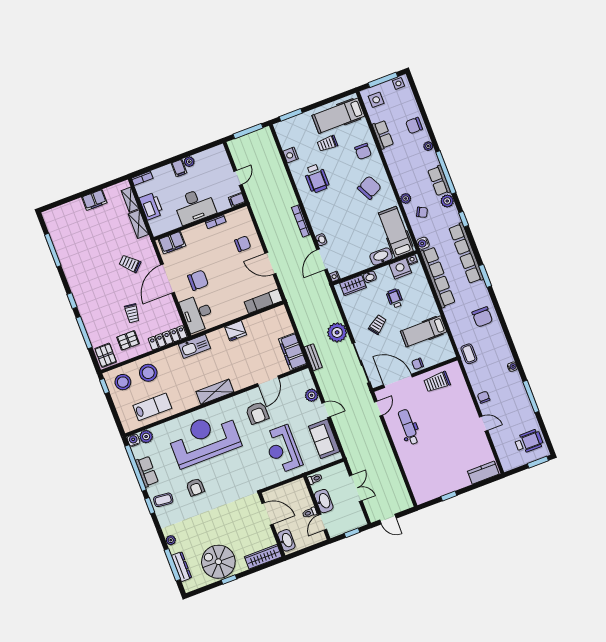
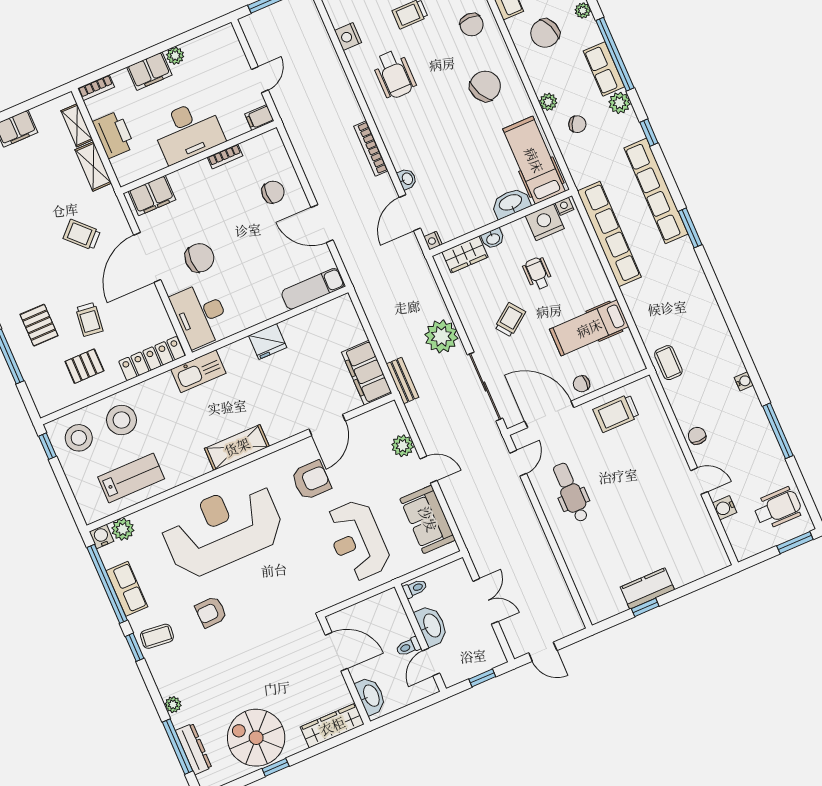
filing cabinet: (179, 168) -> (149, 71), width x2.00
water cooler: (423, 243) -> (724, 508), moved
chair: (482, 317) -> (545, 33), moved, turned 69
pallet: (106, 355) -> (39, 325), moved
armchair: (257, 413) -> (311, 480), turned -90
kitchen counter: (483, 473) -> (647, 588), moved
armchair: (195, 487) -> (211, 612), turned 88

